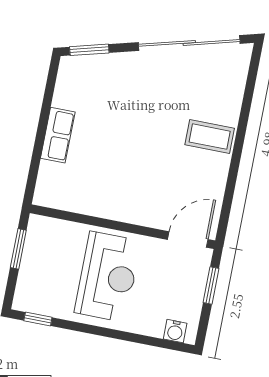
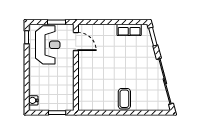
row of seats: (58, 135) -> (129, 30), moved
door: (188, 239) -> (76, 41), moved
reception desk: (108, 277) -> (48, 45), moved, turned -90

